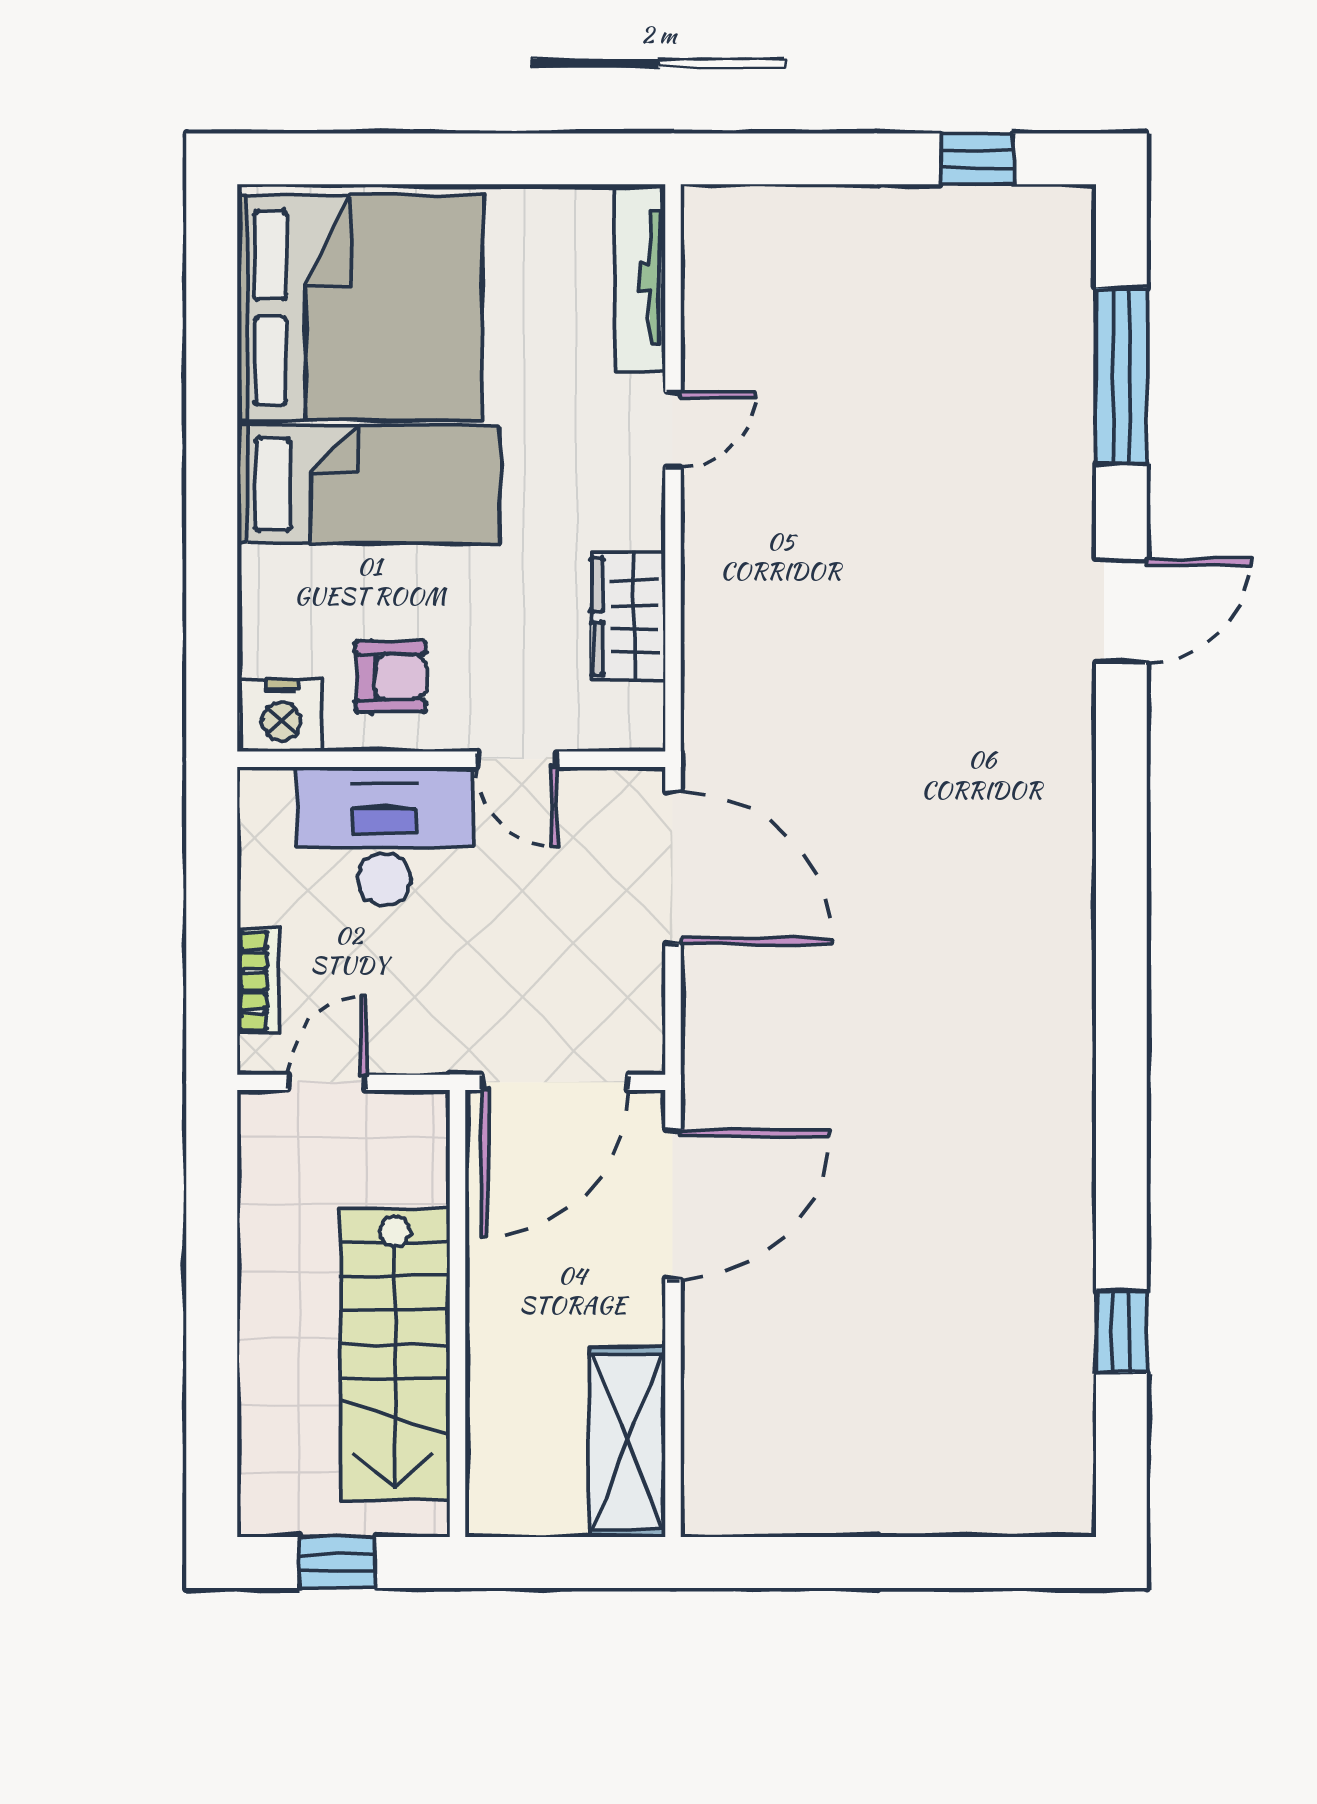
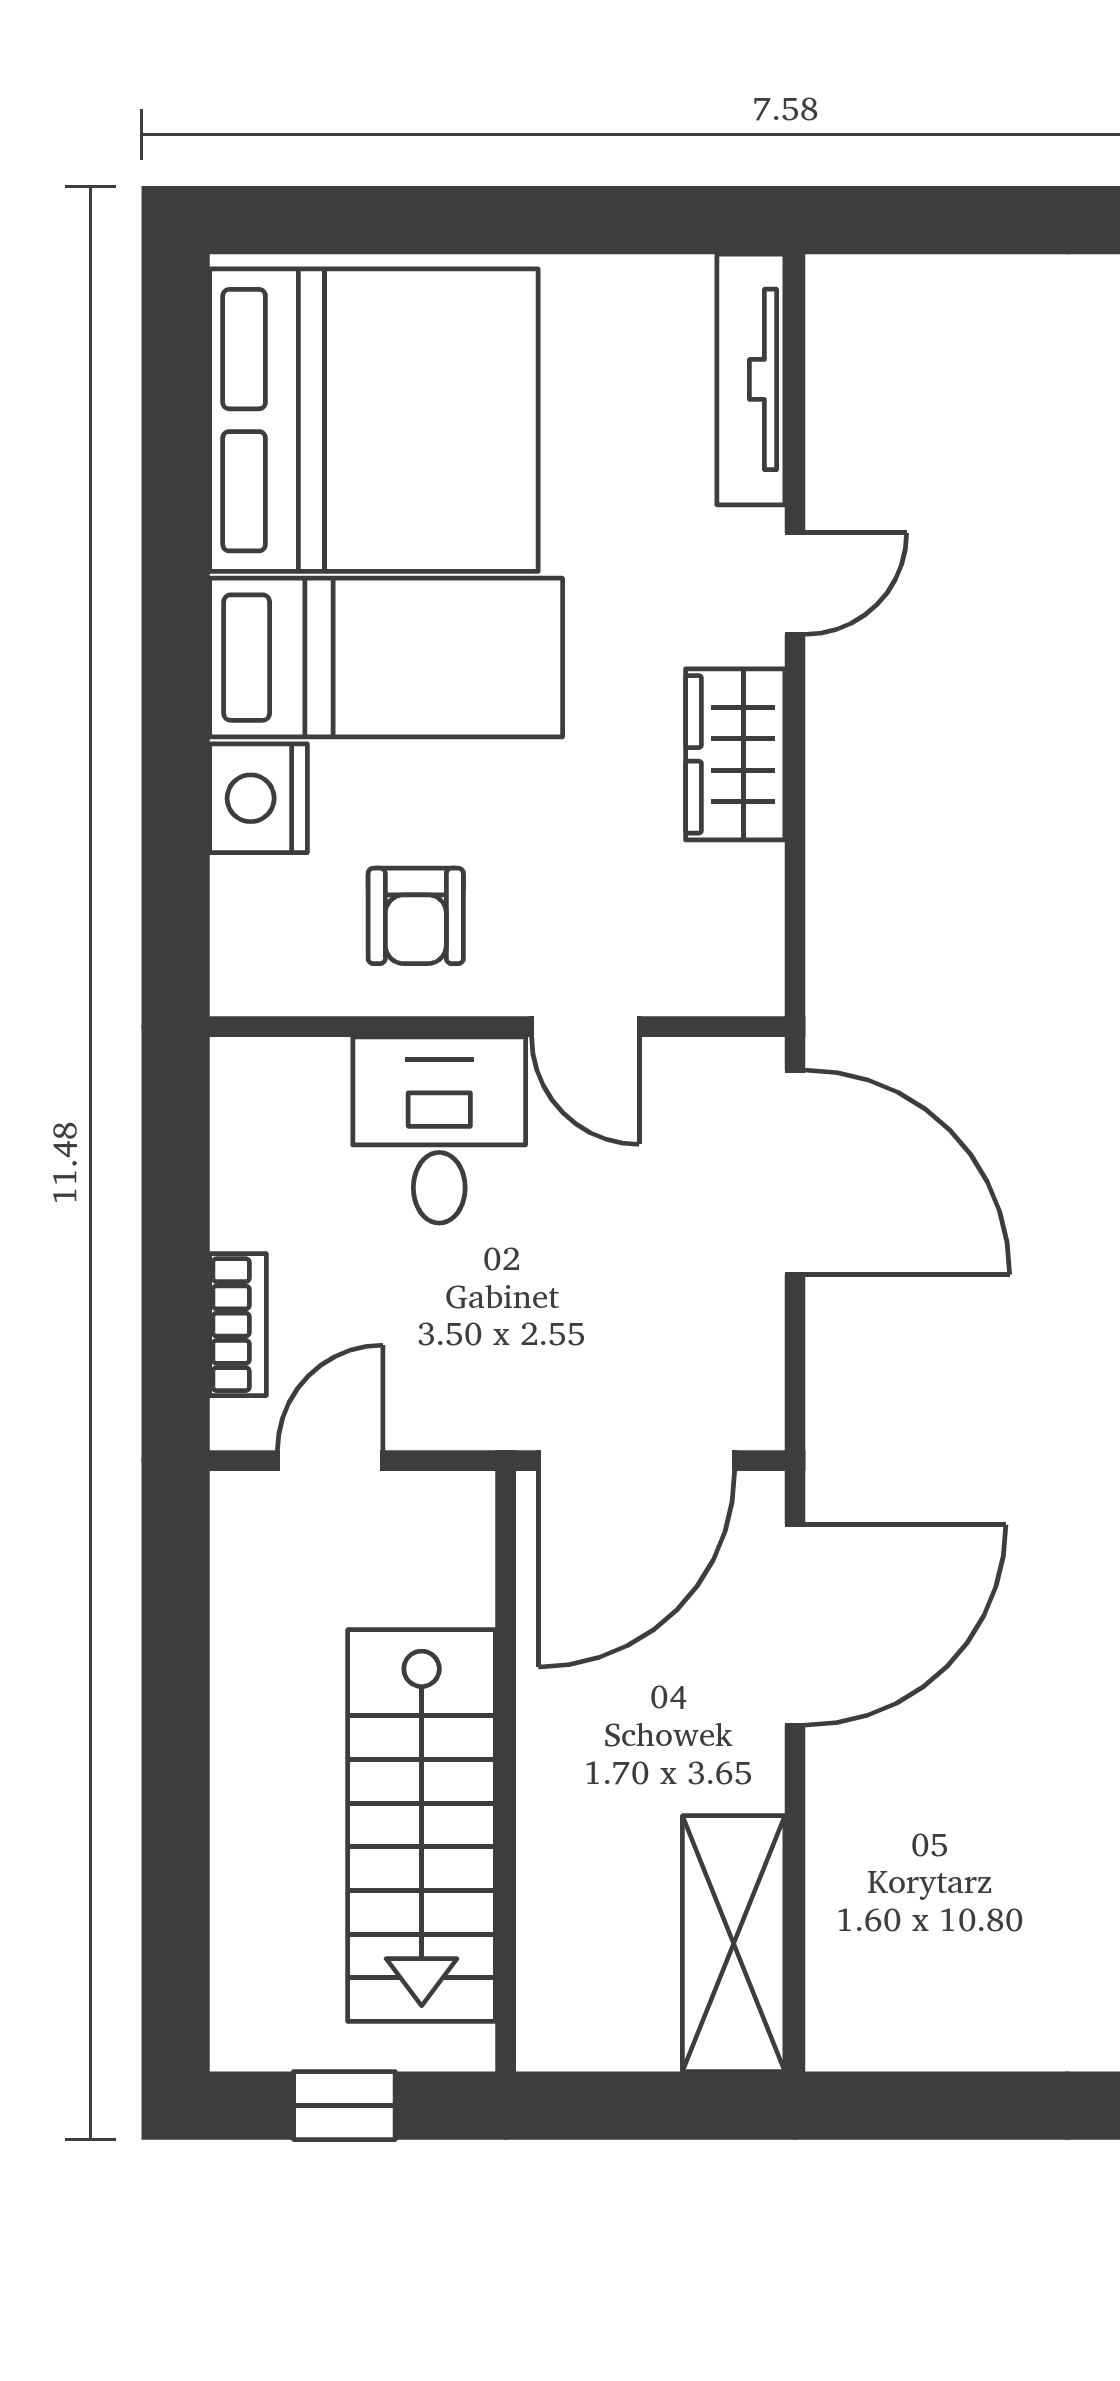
wardrobe: (628, 617) -> (735, 754), moved
armchair: (391, 677) -> (416, 916), turned 90
nightstand: (281, 715) -> (258, 798), moved, turned 90
desk: (384, 836) -> (439, 1130), width x0.73

